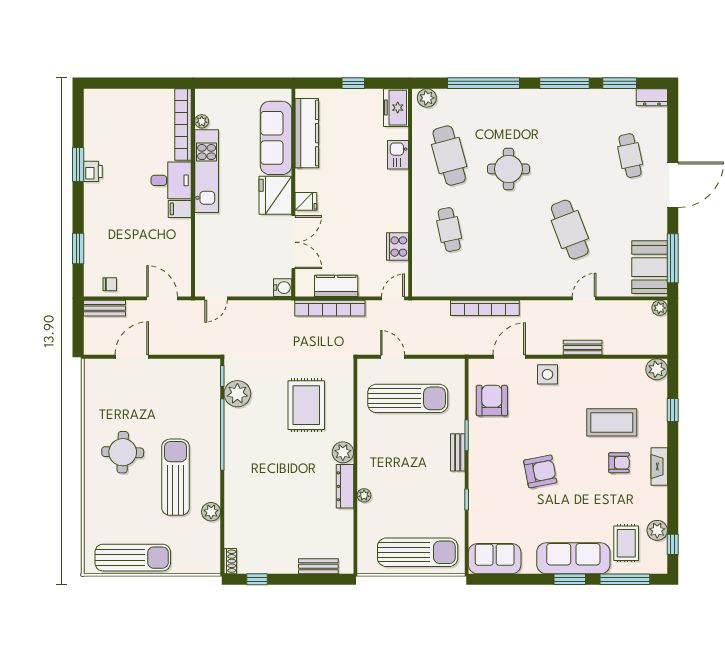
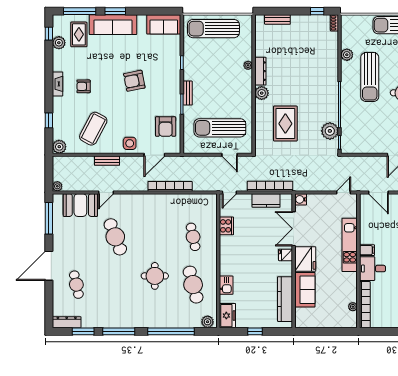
dresser: (652, 97) -> (67, 322), width x1.44
sofa: (276, 138) -> (305, 290), width x0.73
kitchen unit: (207, 171) -> (350, 245), moved
booth: (650, 267) -> (80, 205), moved, turned 90
coffee table: (612, 422) -> (93, 129), moved, turned -62

